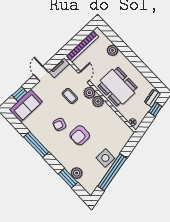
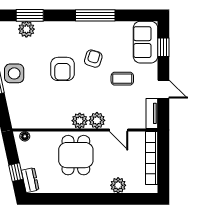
dining table: (117, 87) -> (76, 155), width x0.73
coffee table: (70, 96) -> (122, 79), moved
armchair: (80, 135) -> (62, 69), turned 180

